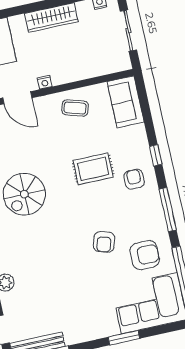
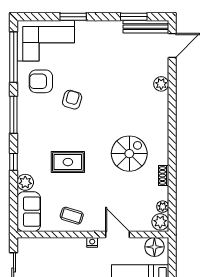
plant: (137, 135) -> (25, 182), added
armchair: (134, 179) -> (36, 146), removed

